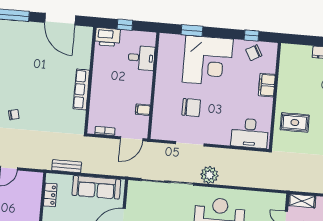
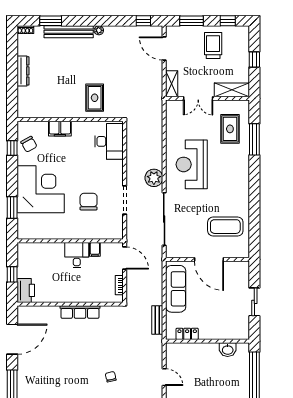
desk: (141, 58) -> (77, 255), moved

